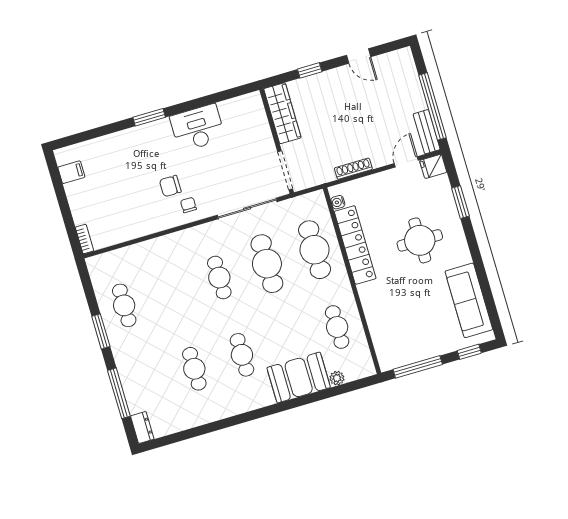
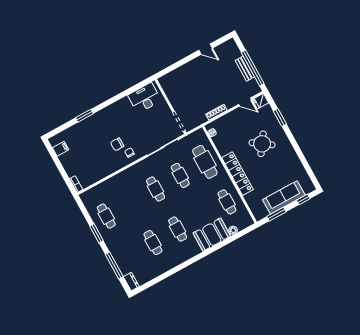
window: (310, 70) -> (180, 63), removed
wardrobe: (282, 113) -> (170, 90), removed
window: (149, 117) -> (84, 116), moved
desk: (198, 128) -> (145, 98), moved
bench: (427, 132) -> (245, 69), moved
door: (406, 162) -> (245, 102), swing flipped
round table: (420, 240) -> (262, 144), turned 35
locker: (355, 245) -> (237, 174), moved
cafe table: (267, 264) -> (180, 175), width x0.73, depth x0.74
sofa: (469, 300) -> (284, 197), moved, turned 90
window: (418, 367) -> (276, 214), width x0.69

